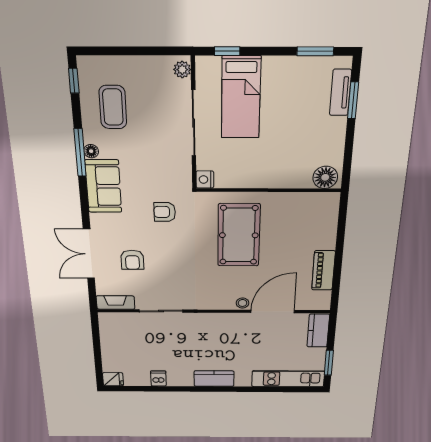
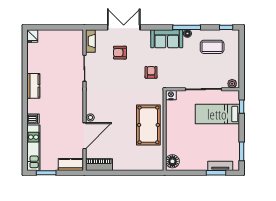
pool table: (239, 235) -> (148, 125), moved, turned 90
piano: (323, 270) -> (99, 165), moved
door: (273, 311) -> (84, 136), hinge flipped
dishwasher: (158, 378) -> (33, 119), moved
kitchen counter: (214, 379) -> (33, 86), moved

